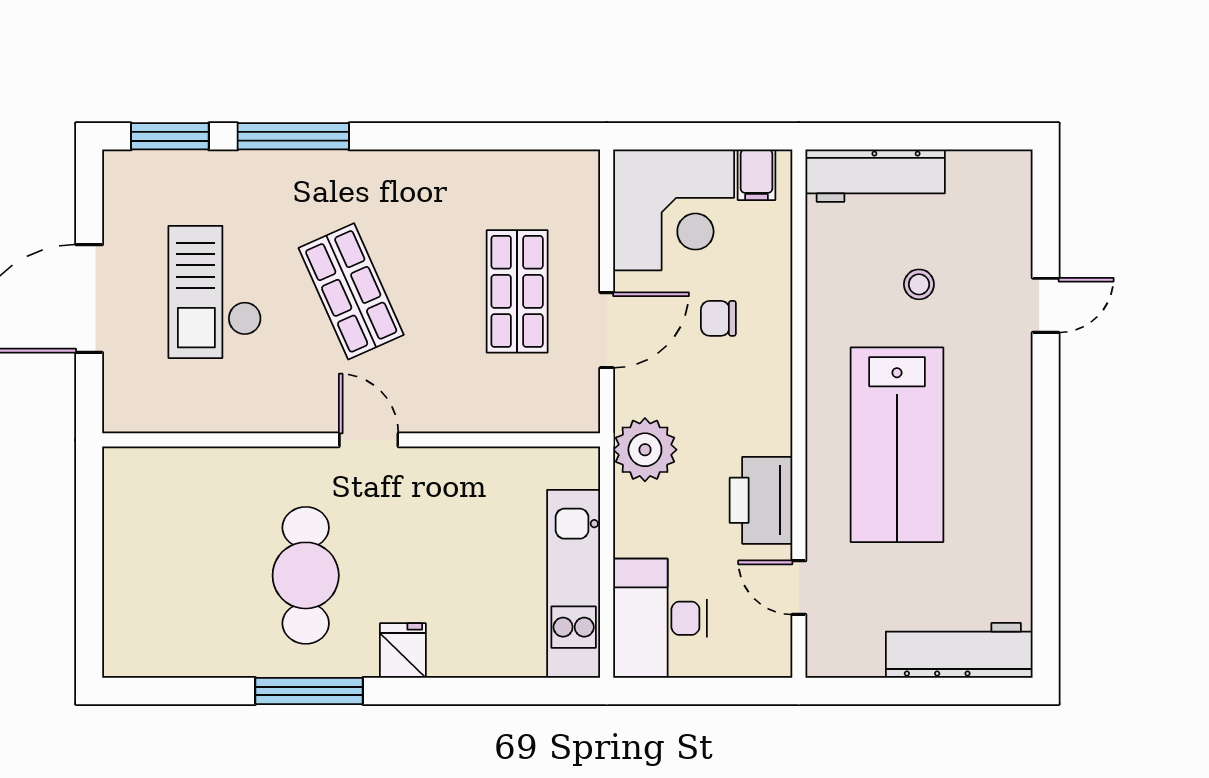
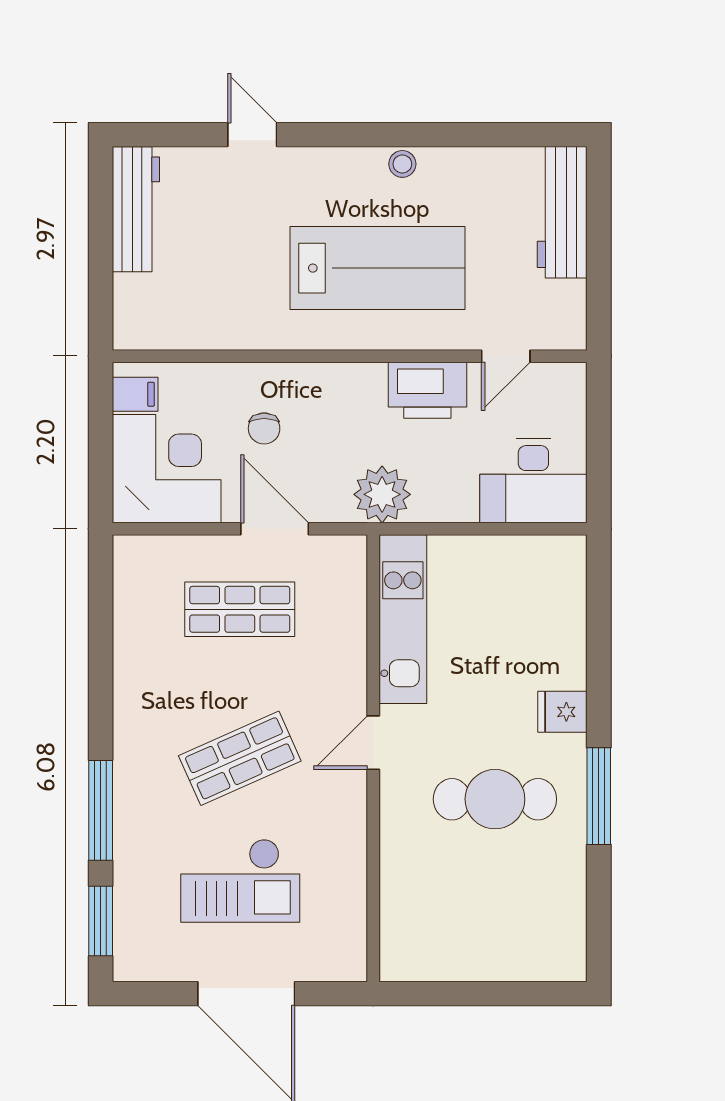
workbench: (875, 176) -> (136, 209), moved
stool: (919, 284) -> (402, 164), moved
kitchen unit: (574, 584) -> (403, 619), moved, turned -90

